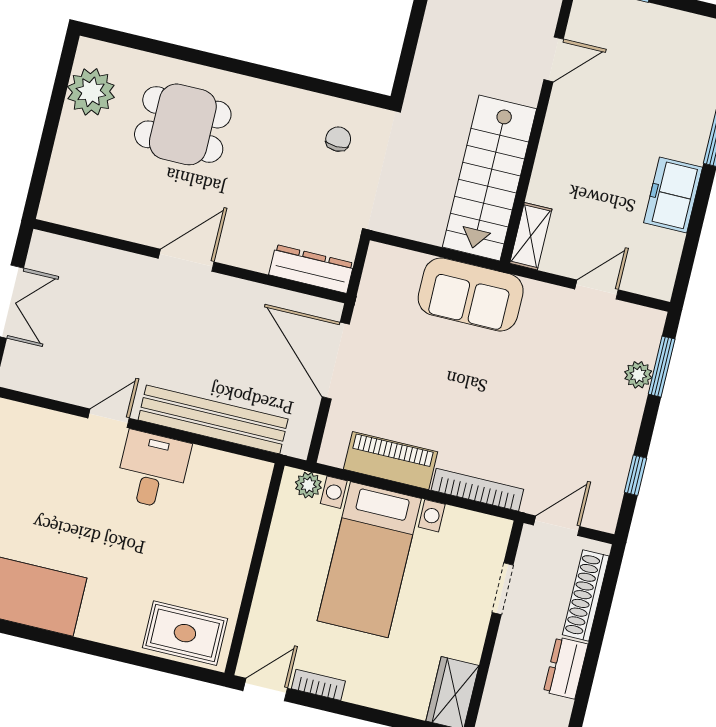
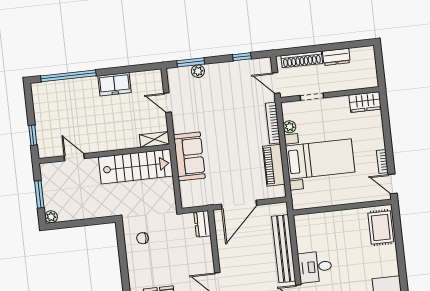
dresser: (311, 269) -> (202, 224), width x0.70
plant: (308, 485) -> (289, 127), moved

